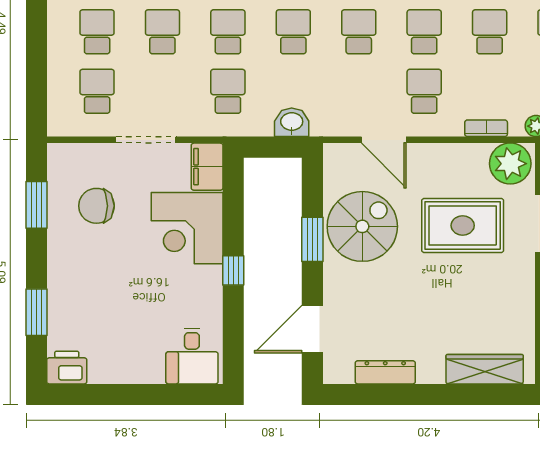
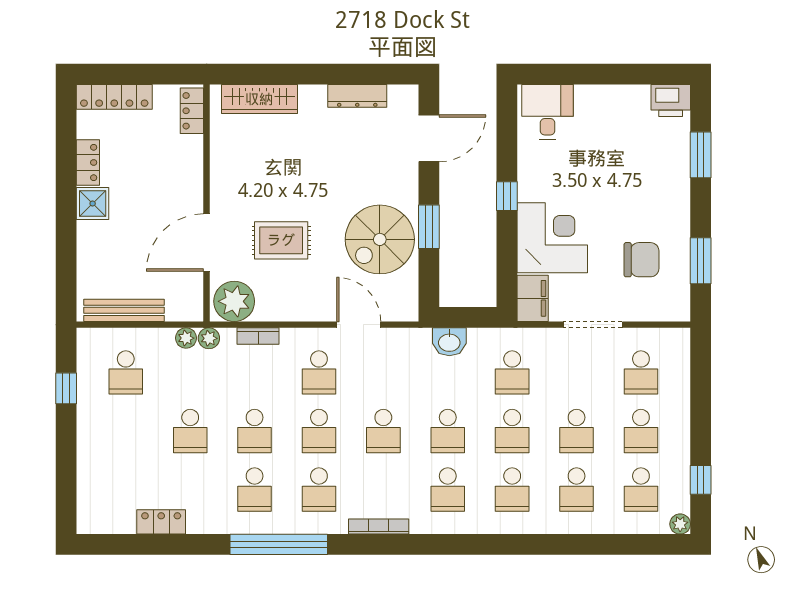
rug: (463, 225) -> (281, 240), width x0.73, depth x0.70

